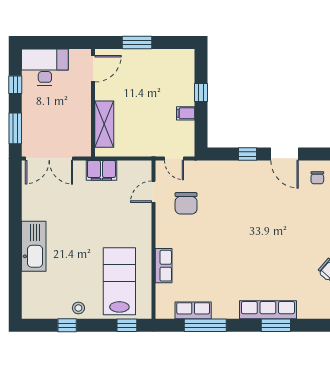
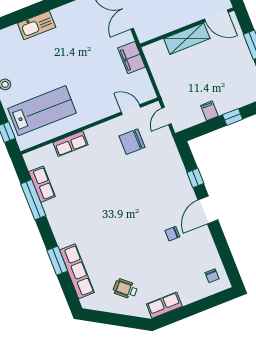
shelving: (104, 124) -> (187, 39), moved
chair: (317, 178) -> (172, 234), moved
kitchen sink: (34, 246) -> (37, 25), width x0.73, depth x0.81
row of seats: (268, 310) -> (77, 271), moved

